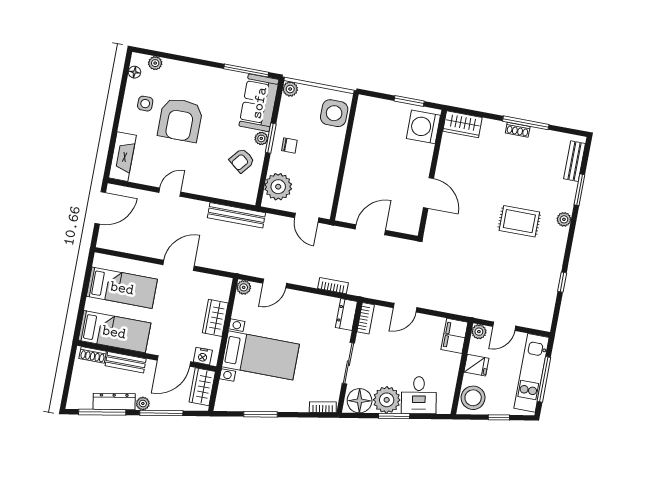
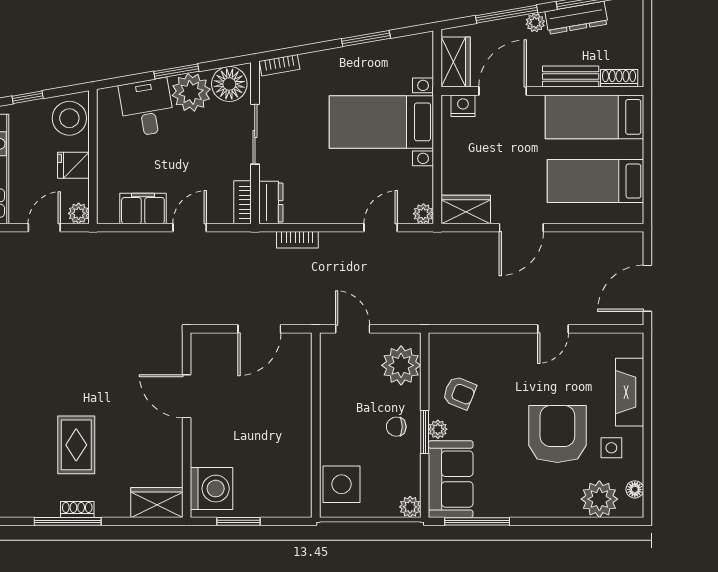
plant: (155, 63) -> (599, 499), width x1.88, depth x1.88
fireplace: (122, 157) -> (630, 392), moved
armchair: (242, 161) -> (459, 393), turned 73
bench: (236, 215) -> (453, 314), removed
rug: (519, 221) -> (76, 445), moved, turned 90
wardrobe: (215, 318) -> (466, 210), moved, turned -90
filing cabinet: (454, 336) -> (143, 208), moved, turned -90

